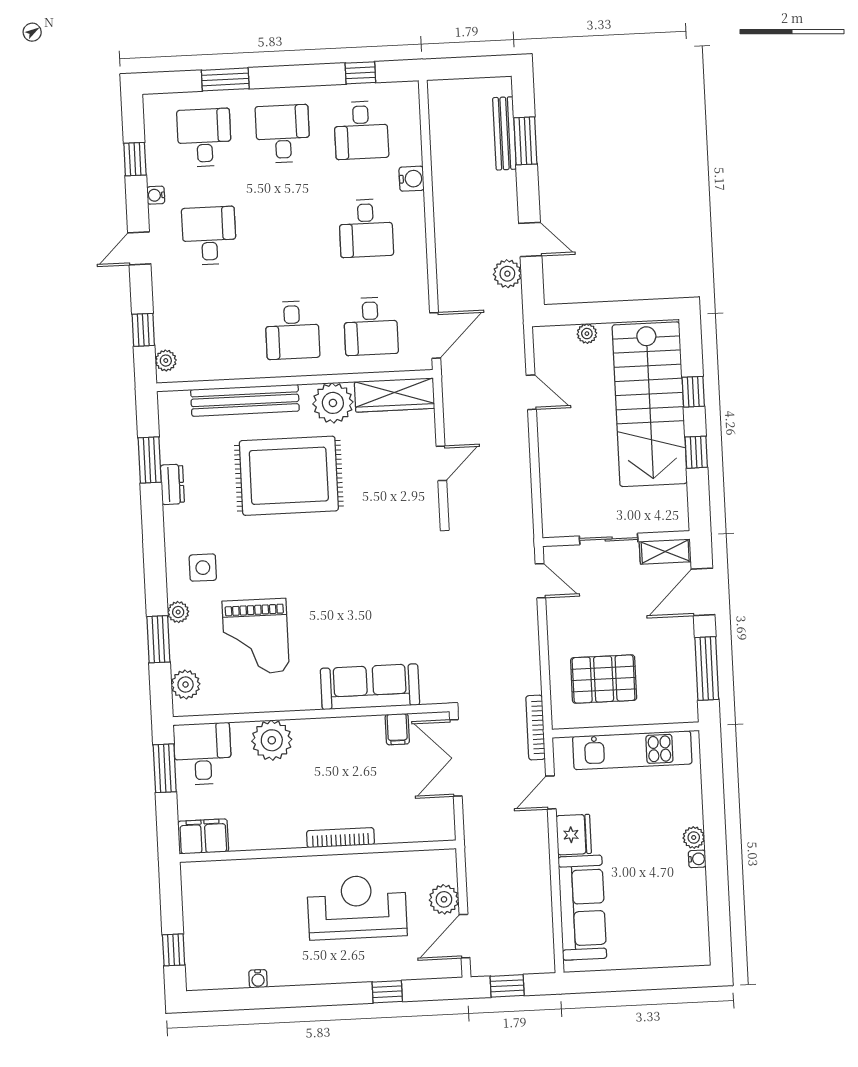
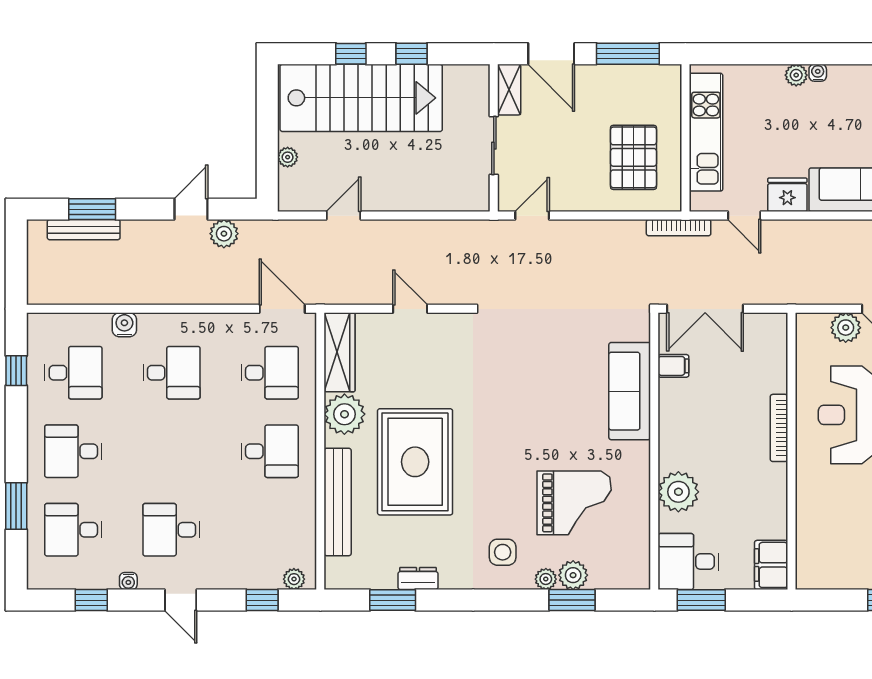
plant: (186, 684) -> (573, 575), moved

